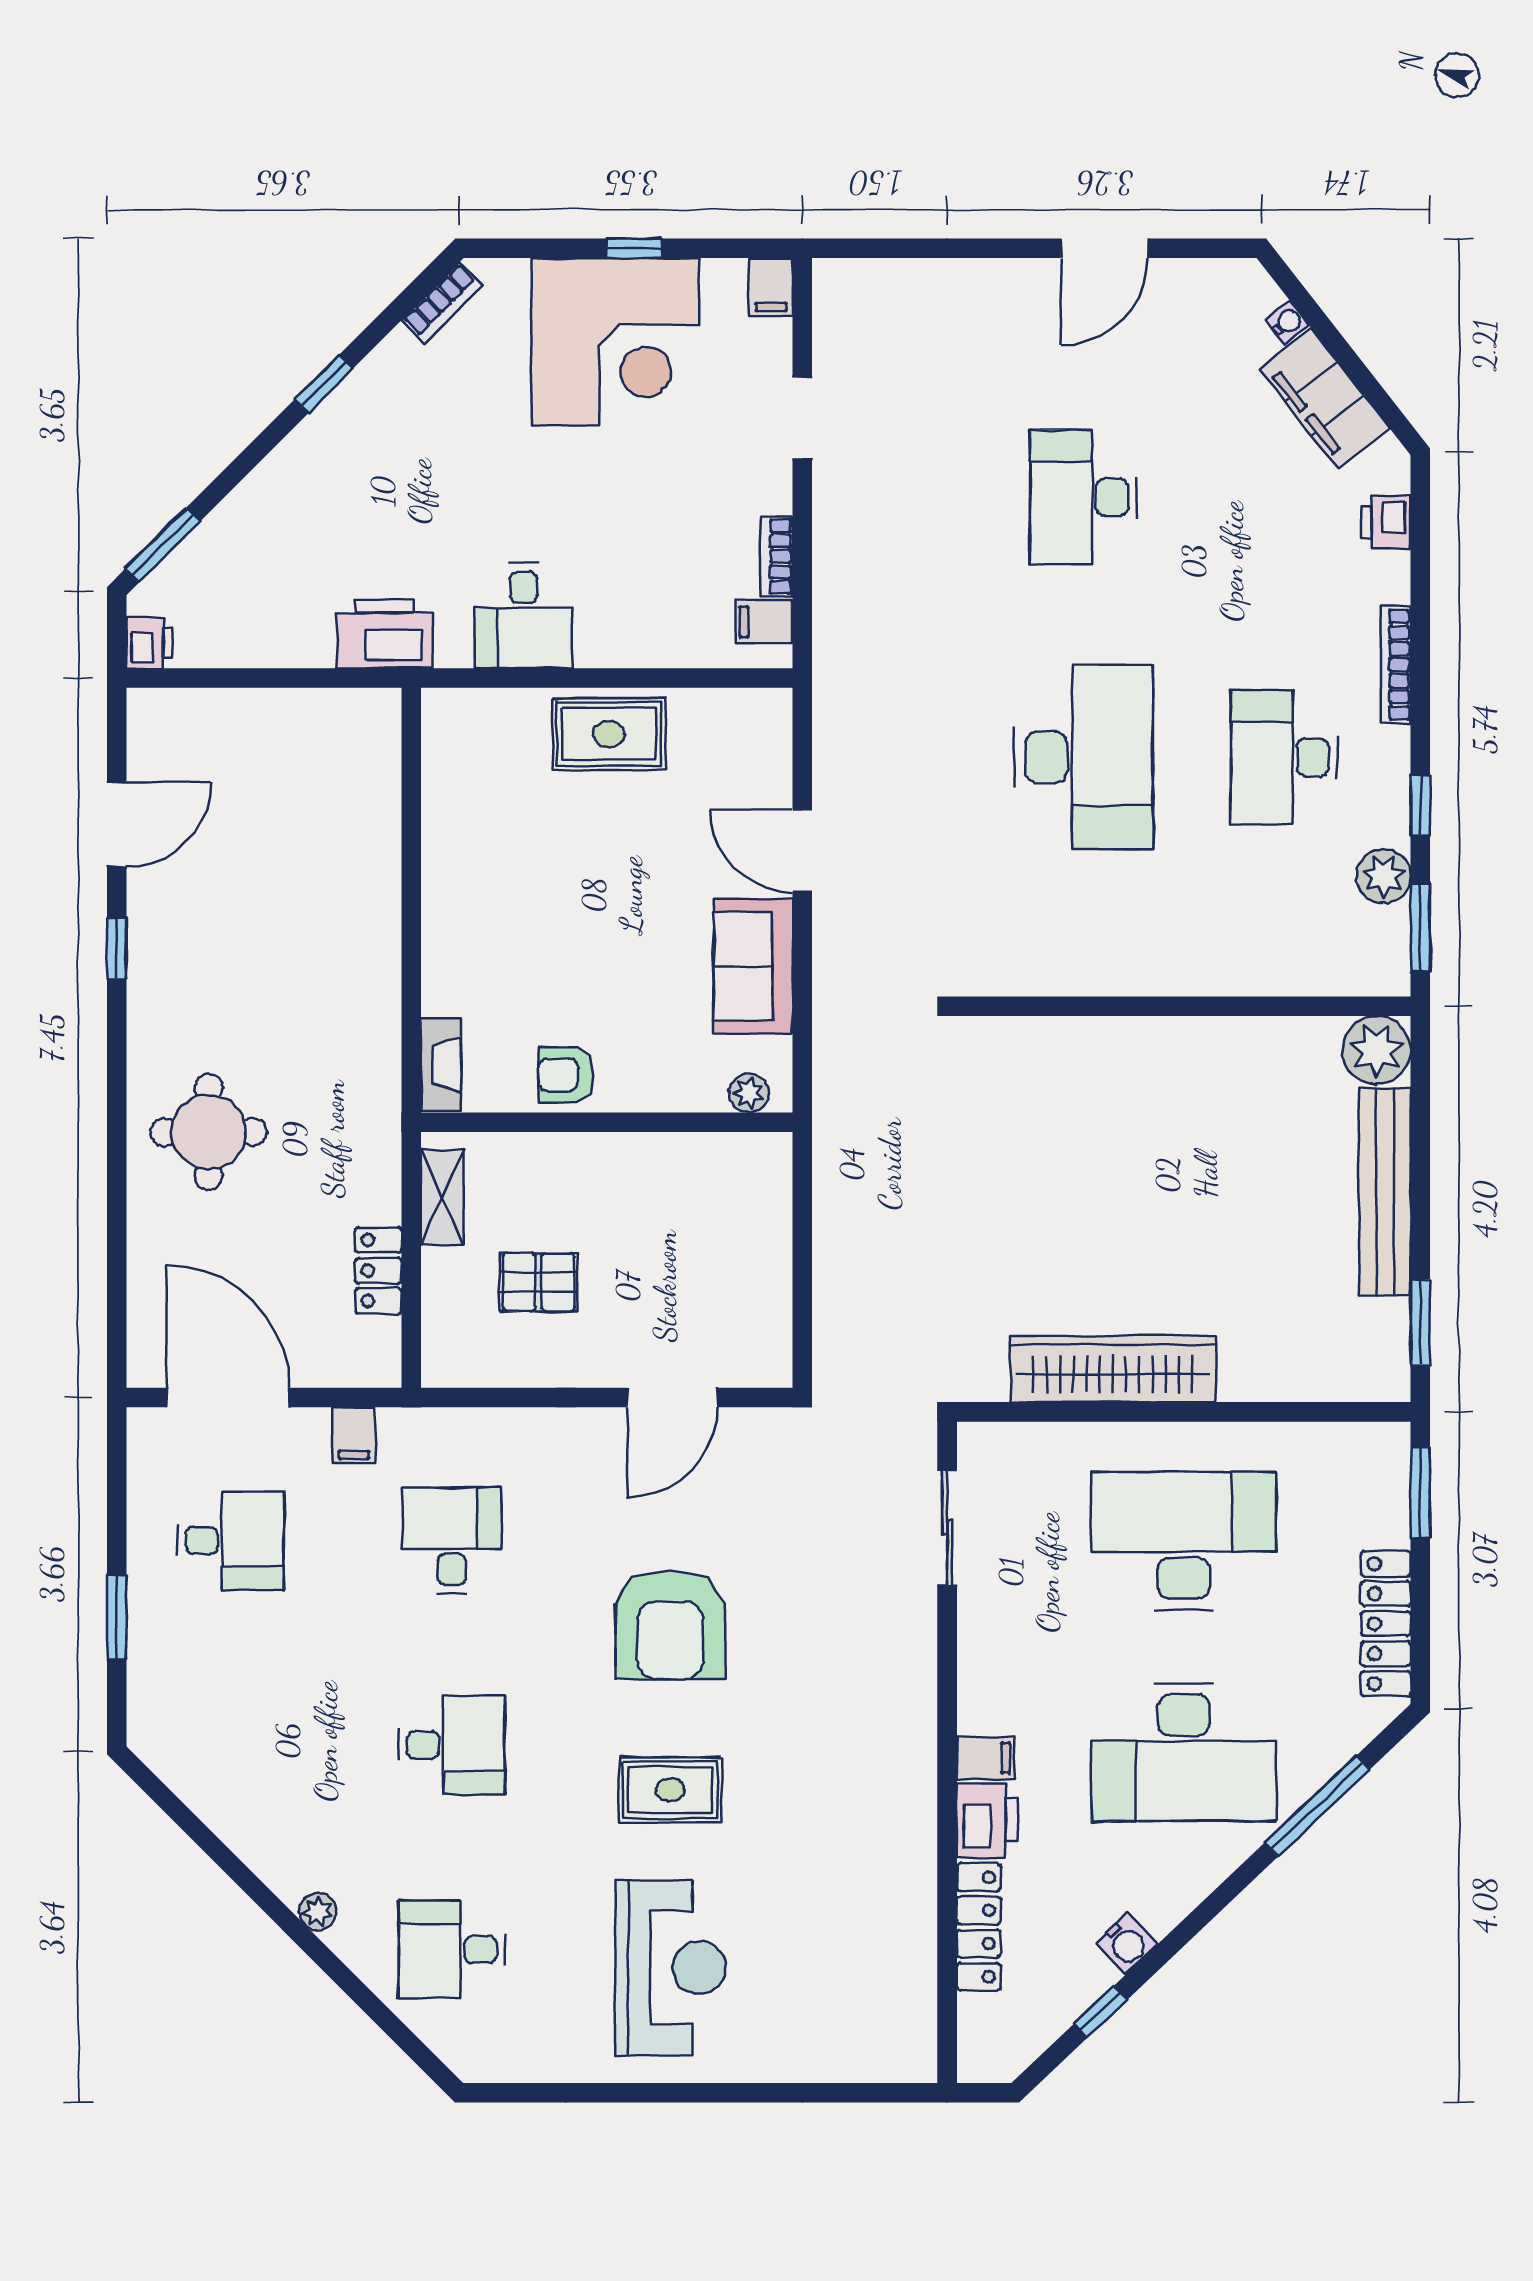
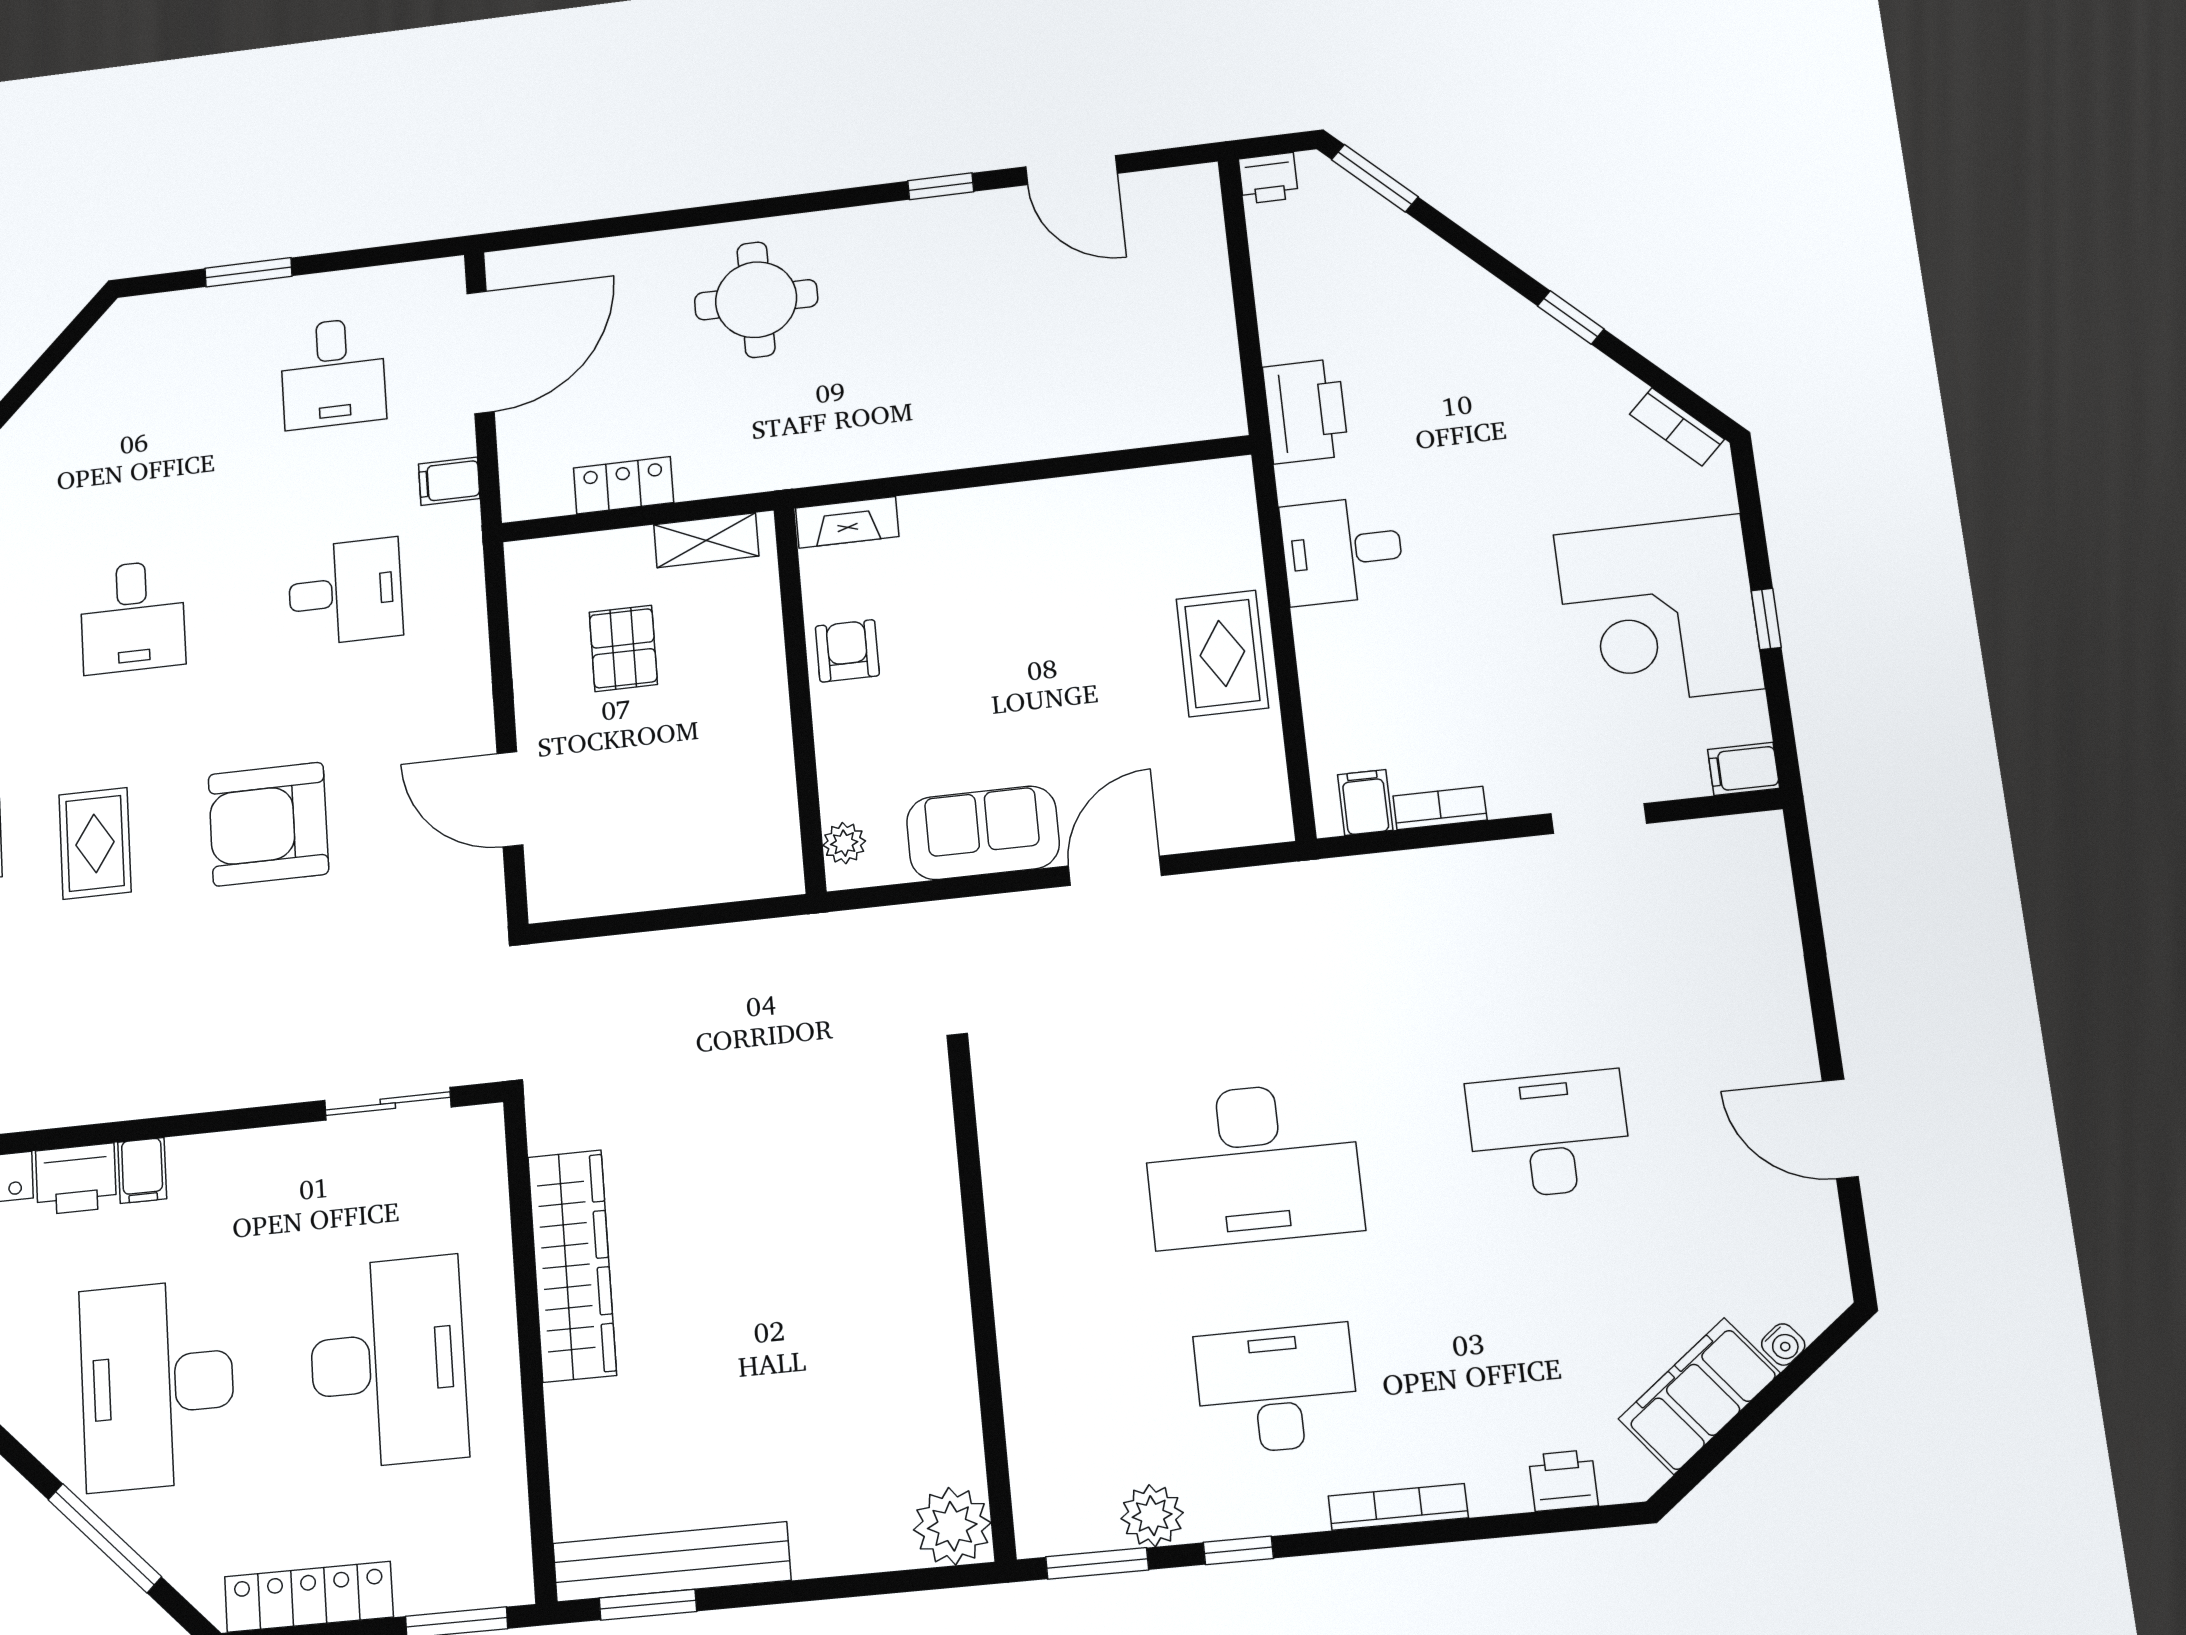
bench: (1385, 1192) -> (672, 1562), moved

